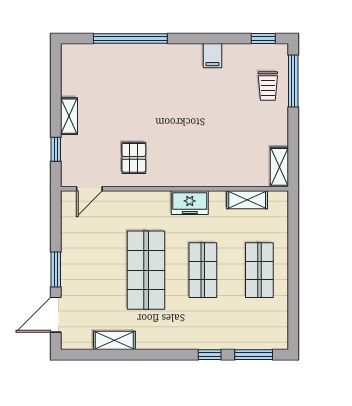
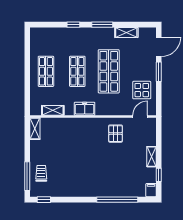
filing cabinet: (212, 56) -> (151, 190), moved
window: (56, 149) -> (159, 175), moved
display table: (86, 236) -> (142, 90), added
window: (254, 355) -> (102, 25), moved

